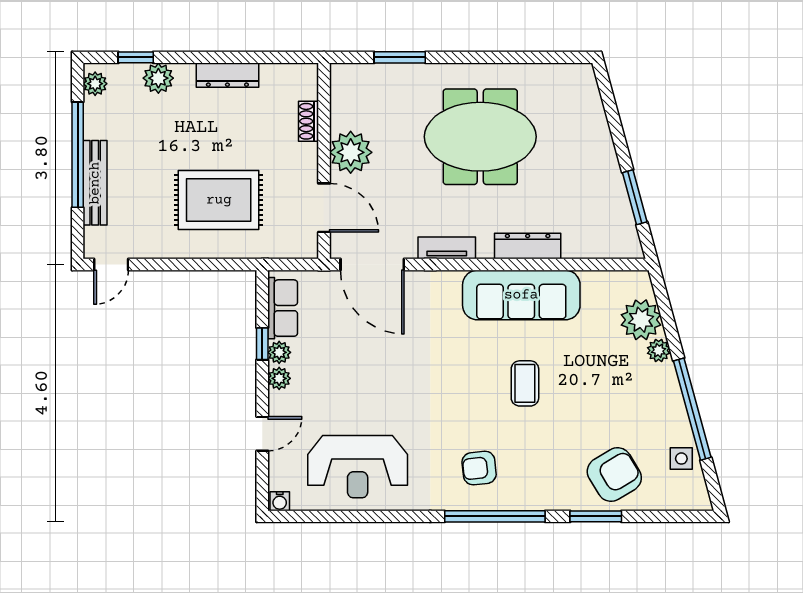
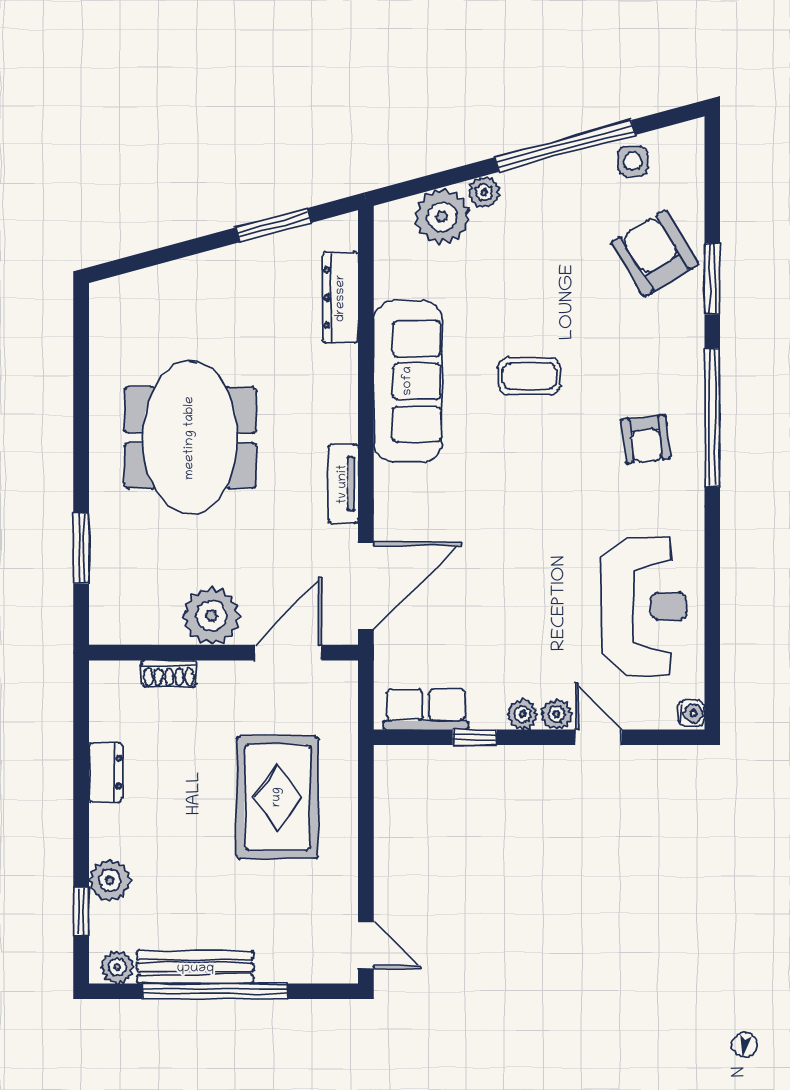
dresser: (227, 75) -> (106, 772), width x0.70
bench: (95, 183) -> (195, 967), moved
dresser: (528, 246) -> (341, 298), moved
plant: (279, 352) -> (557, 714), moved

